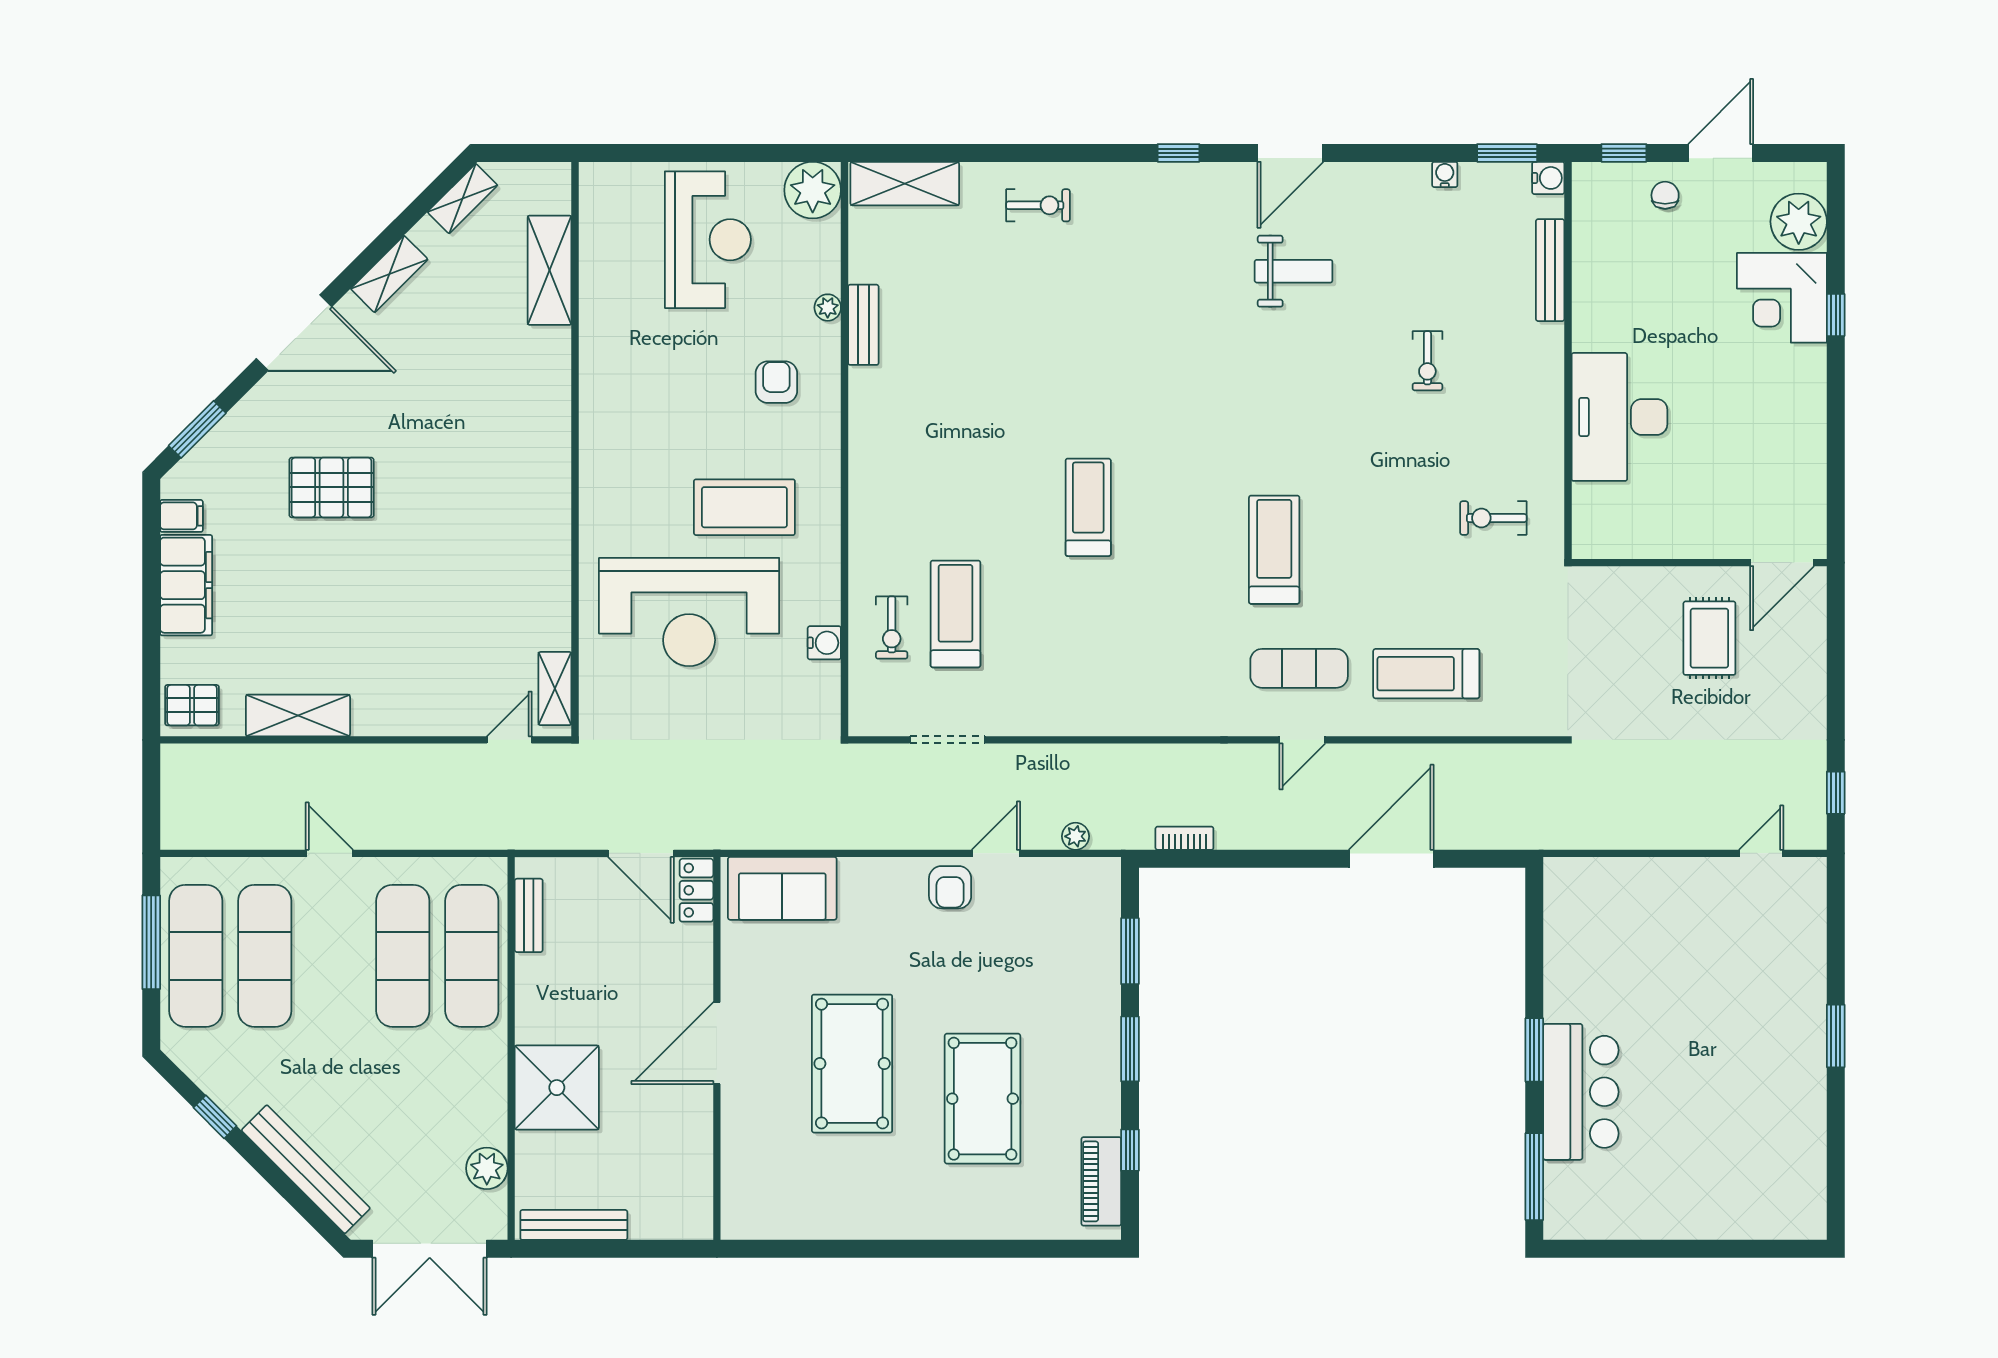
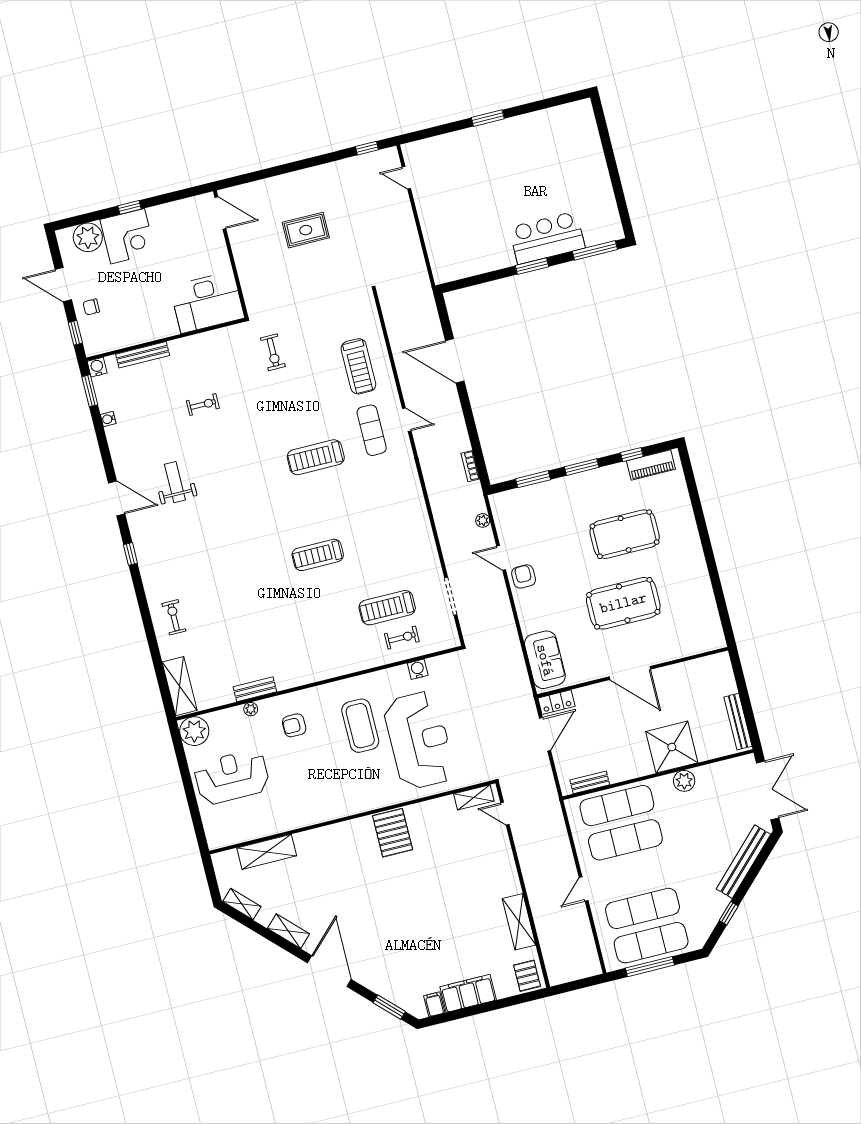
pallet: (331, 487) -> (393, 833), moved
wall: (1699, 563) -> (231, 254), moved
door: (1782, 563) -> (220, 213), moved
armchair: (950, 887) -> (524, 576), turned -90
plant: (487, 1168) -> (684, 781), moved

